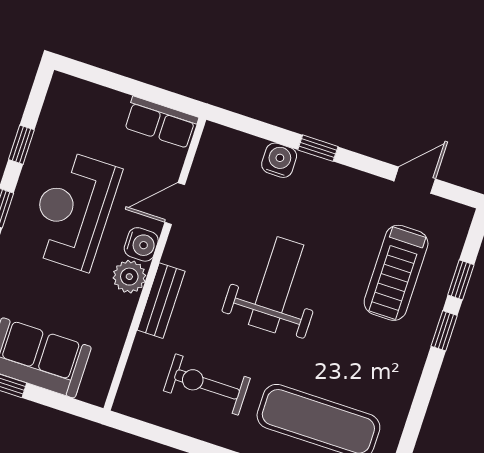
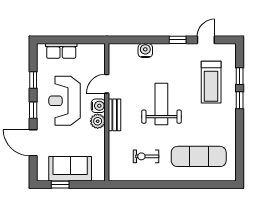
row of seats: (161, 122) -> (61, 51), moved
window: (318, 148) -> (178, 40), moved
bench: (161, 301) -> (115, 115), moved
exercise bike: (207, 384) -> (146, 156), width x0.73, depth x0.72

